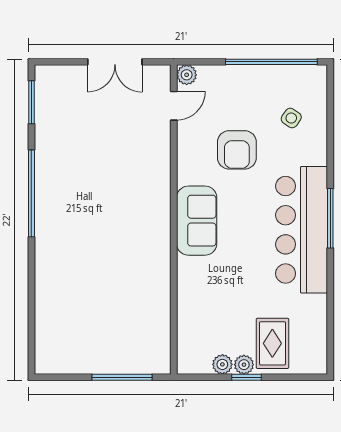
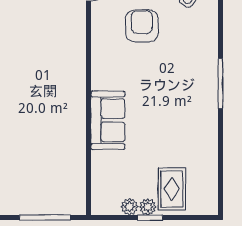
armchair: (237, 150) -> (142, 26), turned 180
sofa: (197, 221) -> (108, 120), moved
bar counter: (302, 230) -> (196, 93), removed

